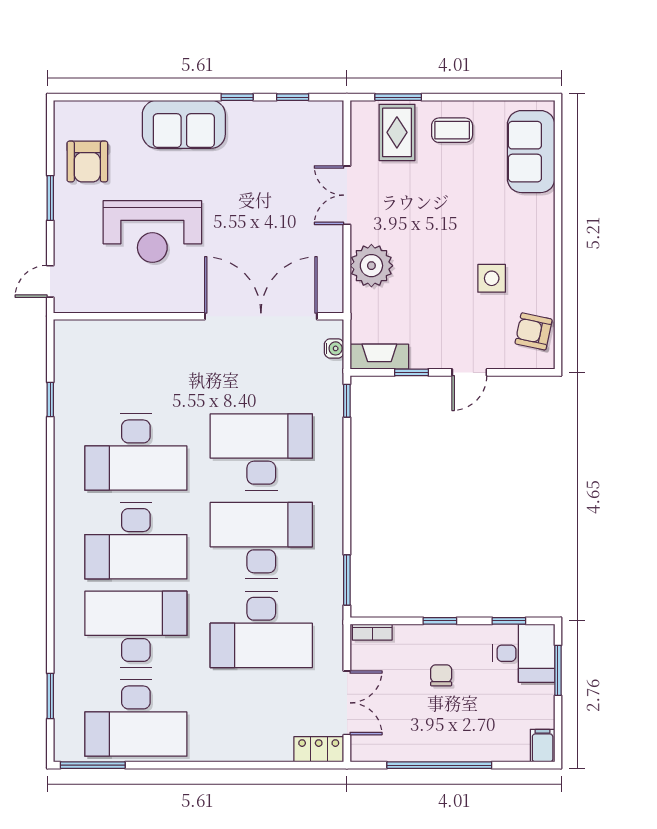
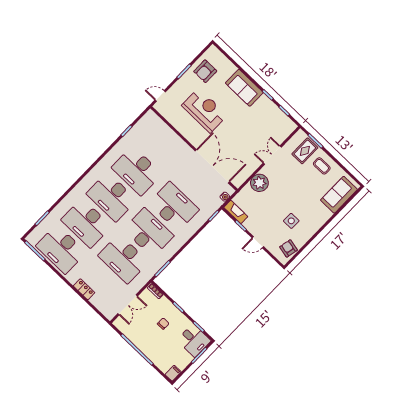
reception desk: (152, 231) -> (204, 110), turned 180
desk: (136, 629) -> (86, 223), turned 180
locker: (319, 749) -> (84, 289), moved

